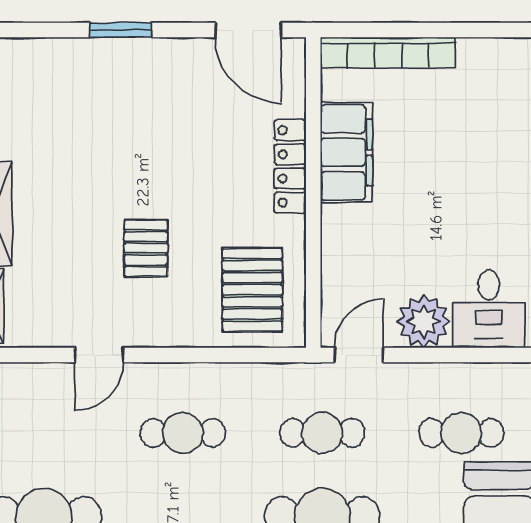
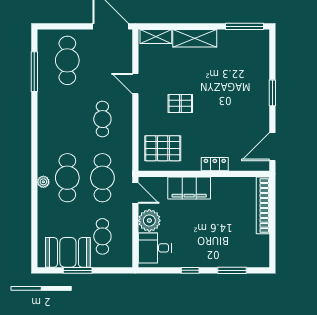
filing cabinet: (346, 152) -> (189, 188), moved
locker: (290, 166) -> (215, 164), width x0.66
cafe table: (322, 433) -> (102, 178), width x1.37, depth x1.35

